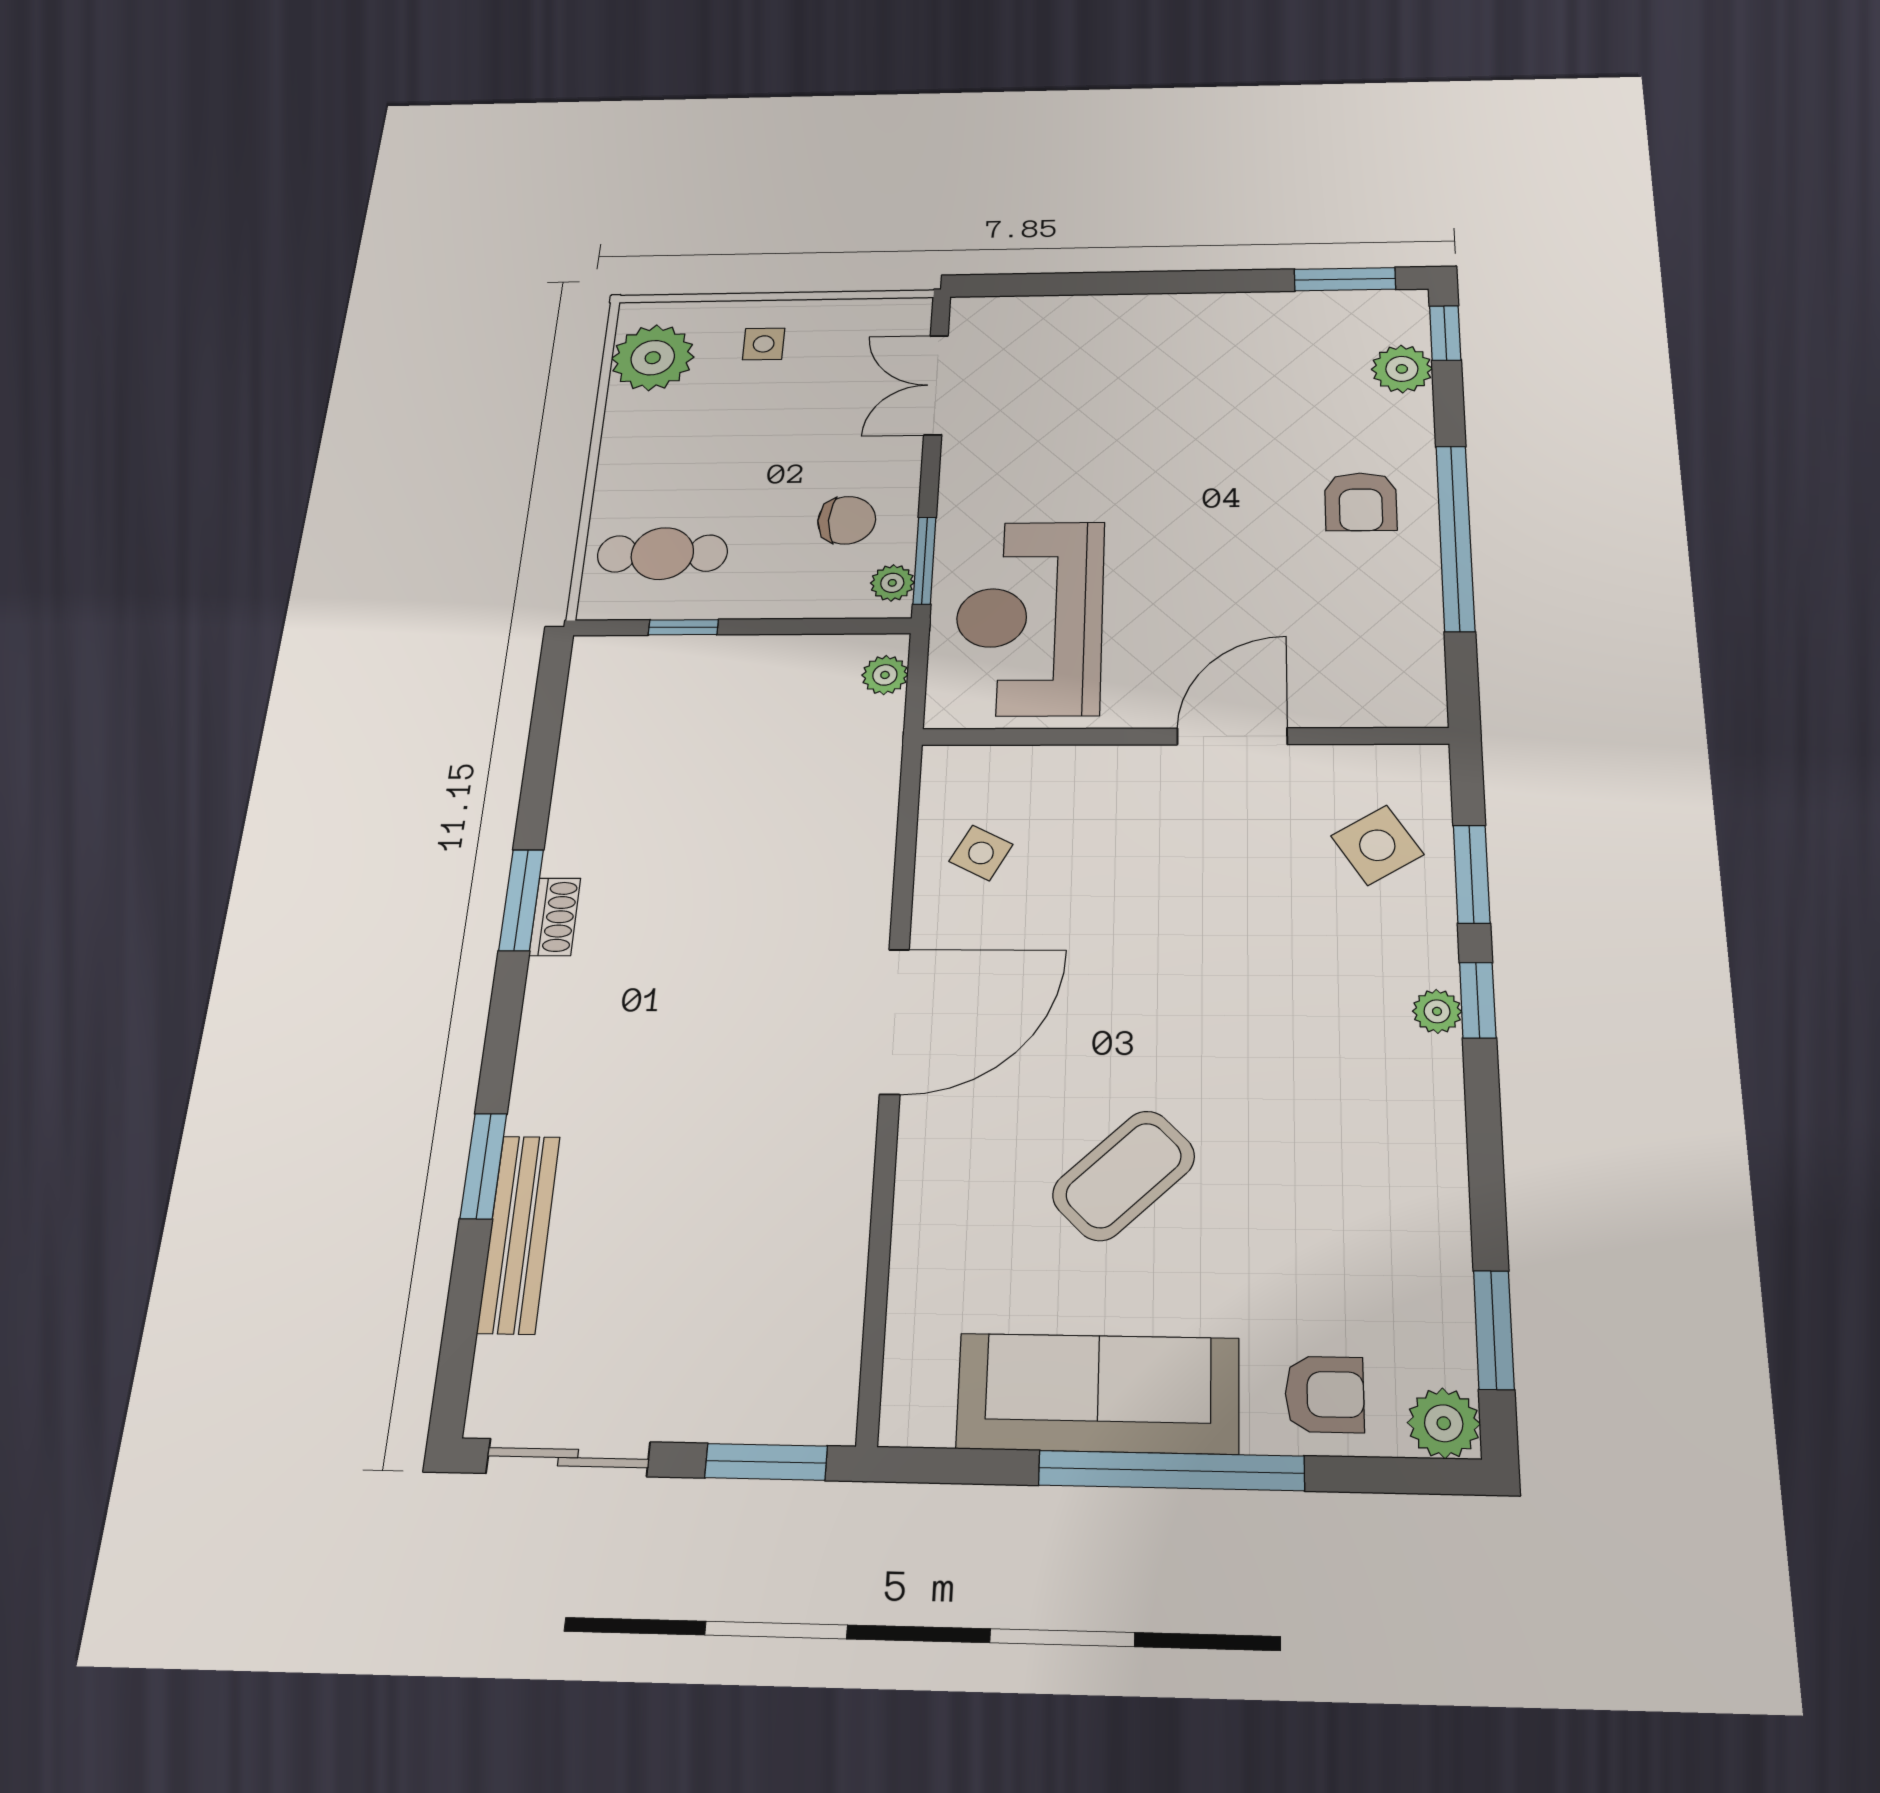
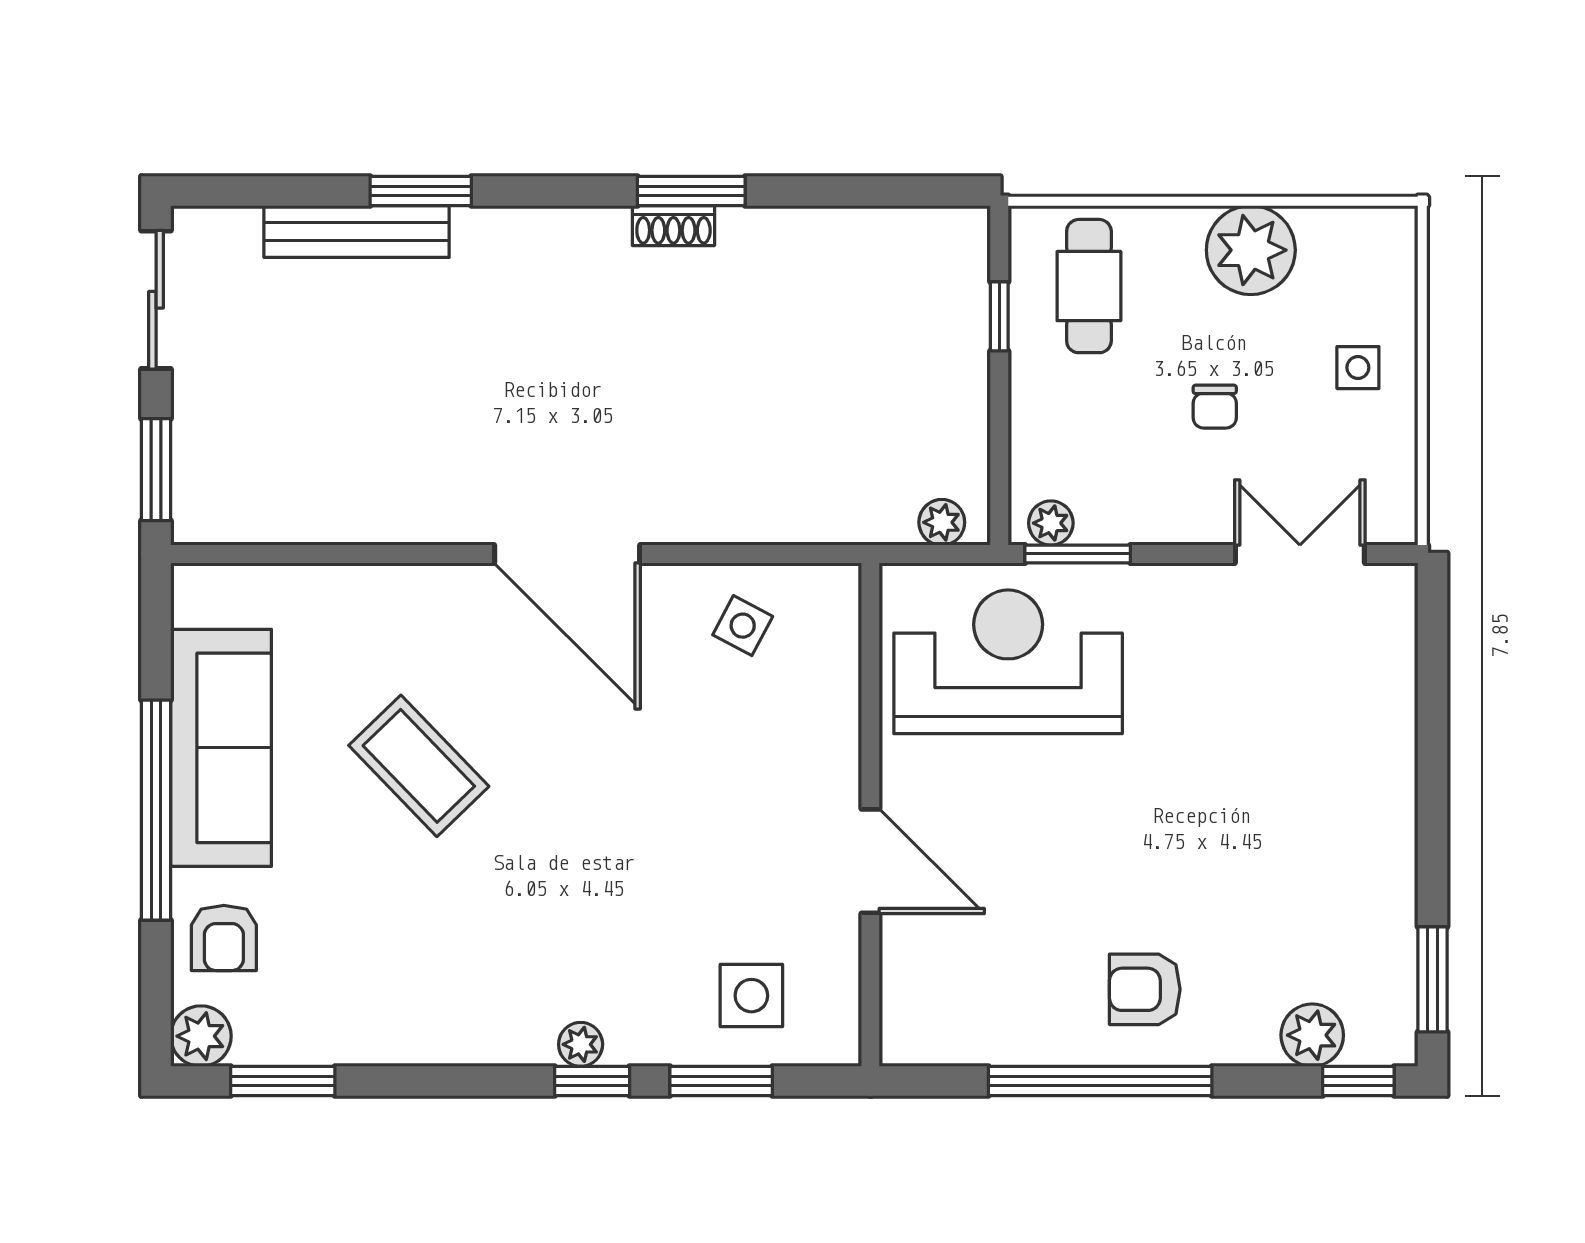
plant: (653, 358) -> (1251, 250), moved
chair: (847, 520) -> (1215, 407), moved, width x0.73, depth x0.73
side table: (1377, 845) -> (751, 996), turned 32

